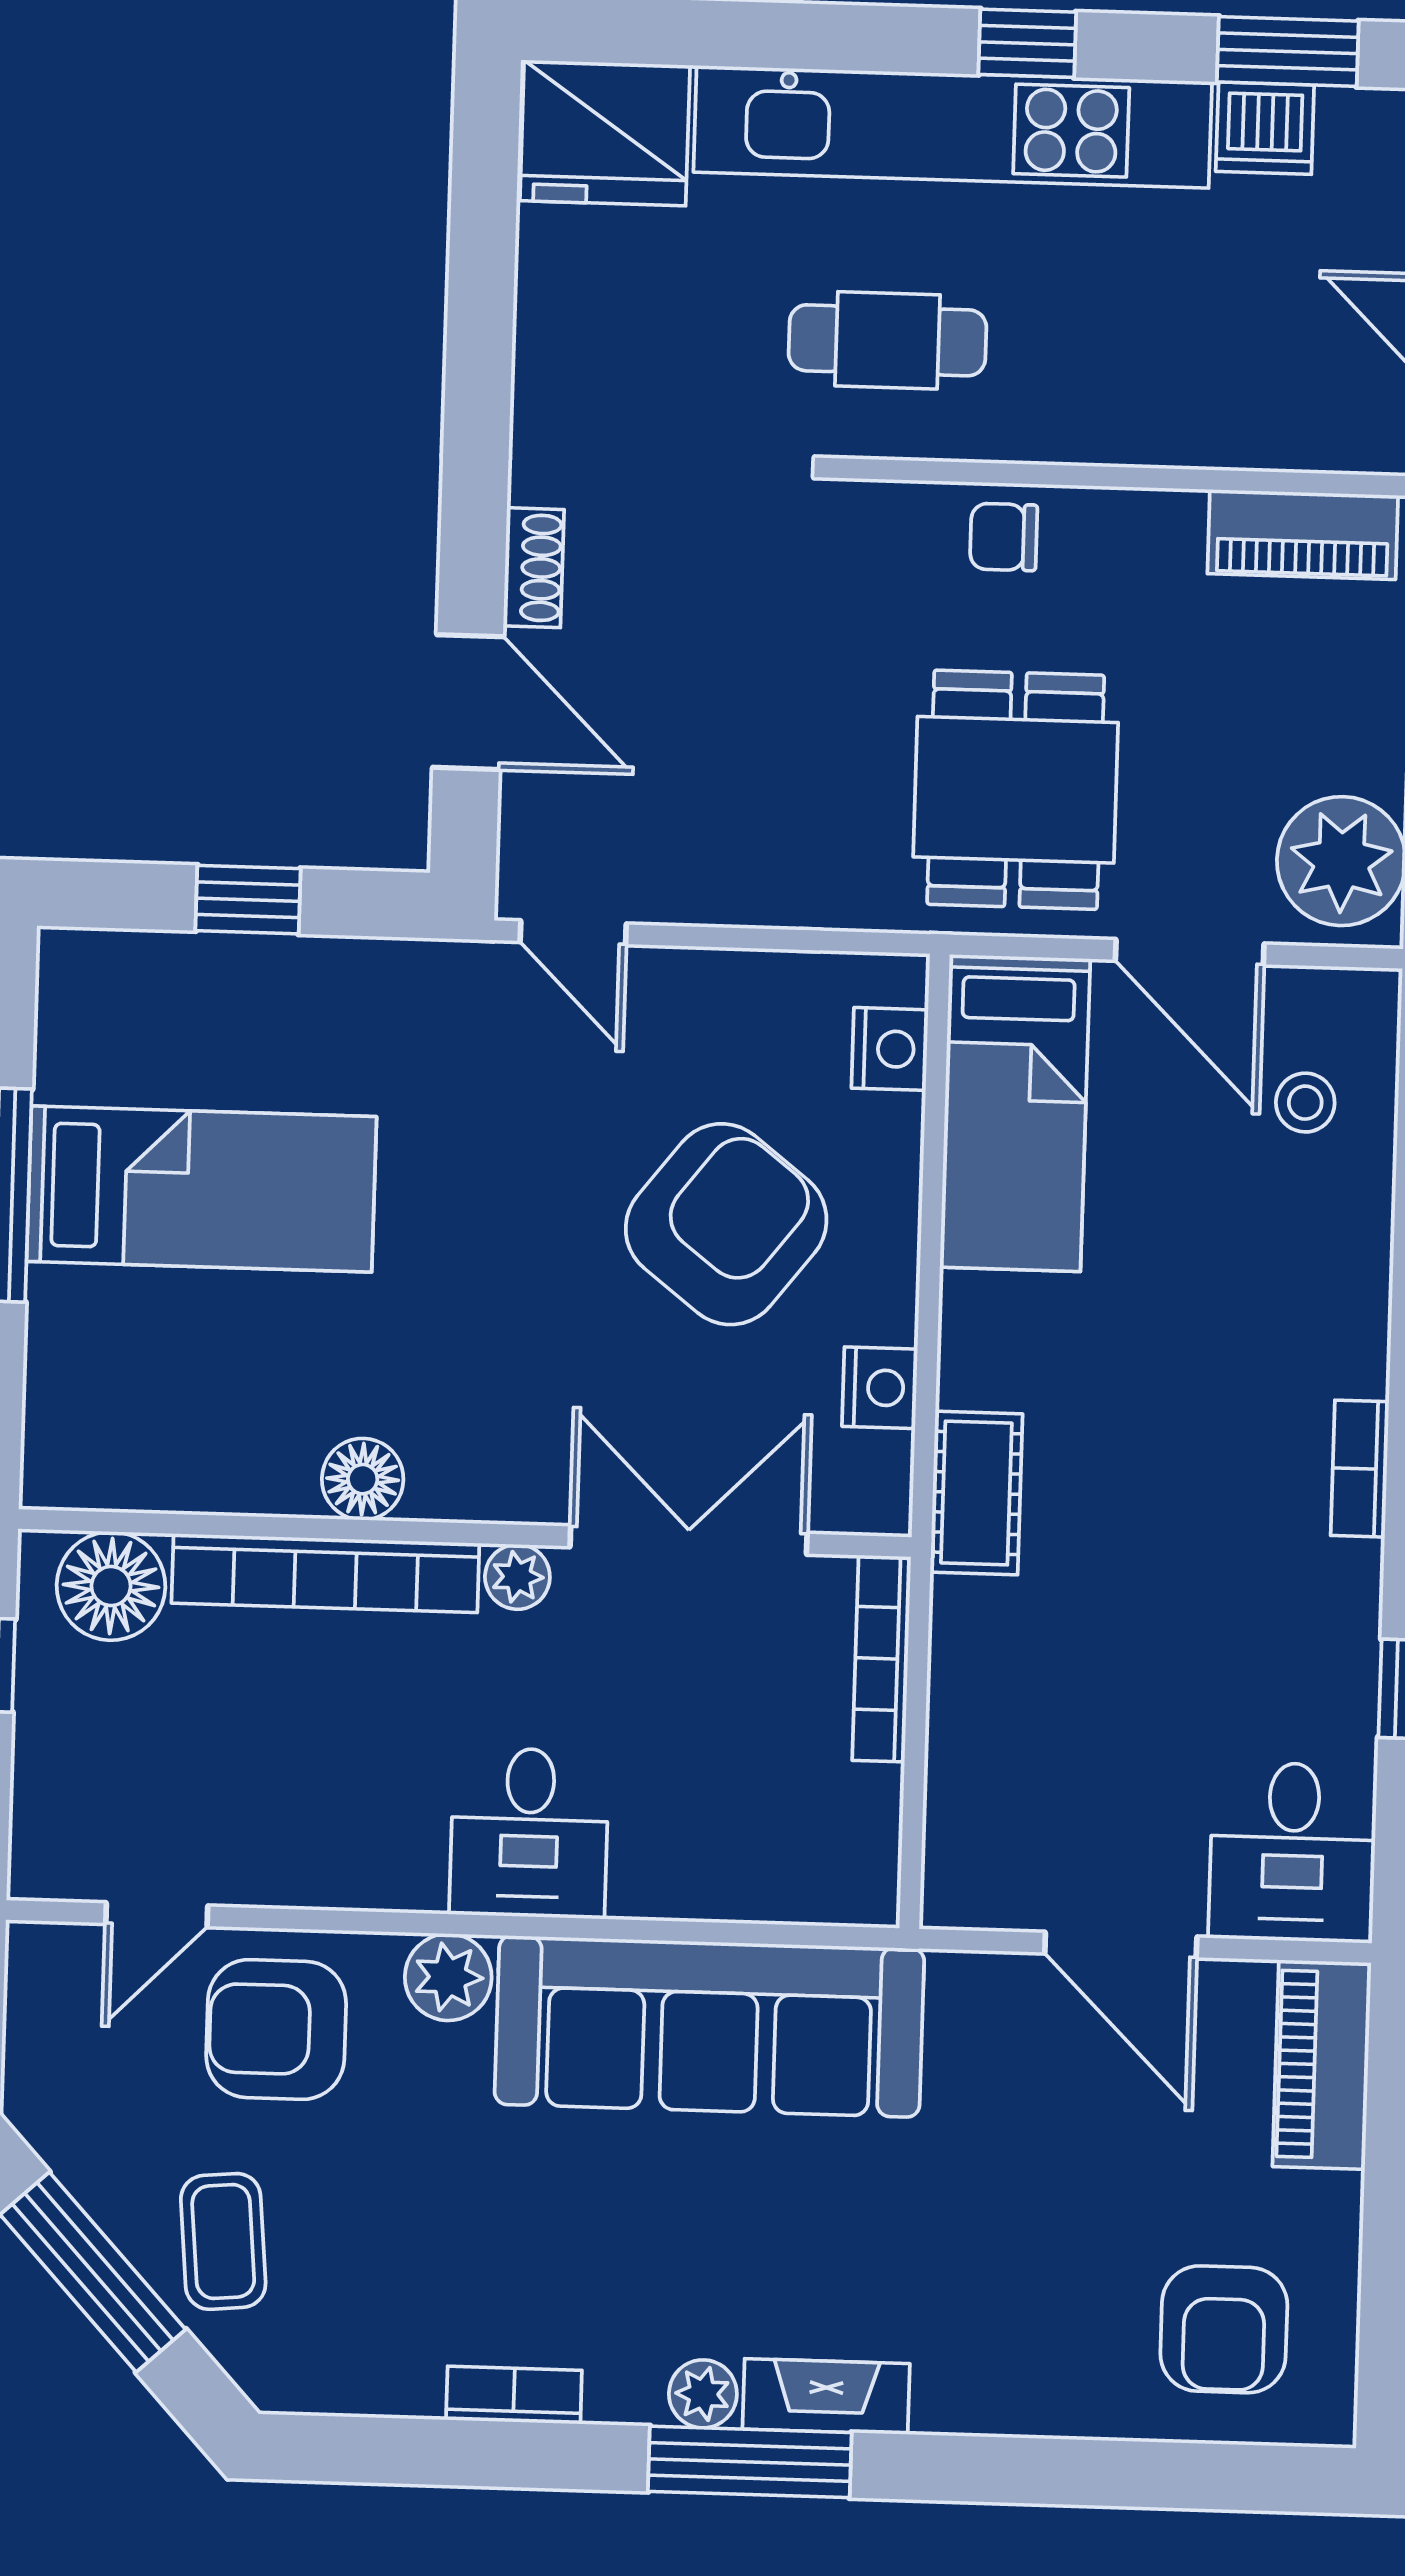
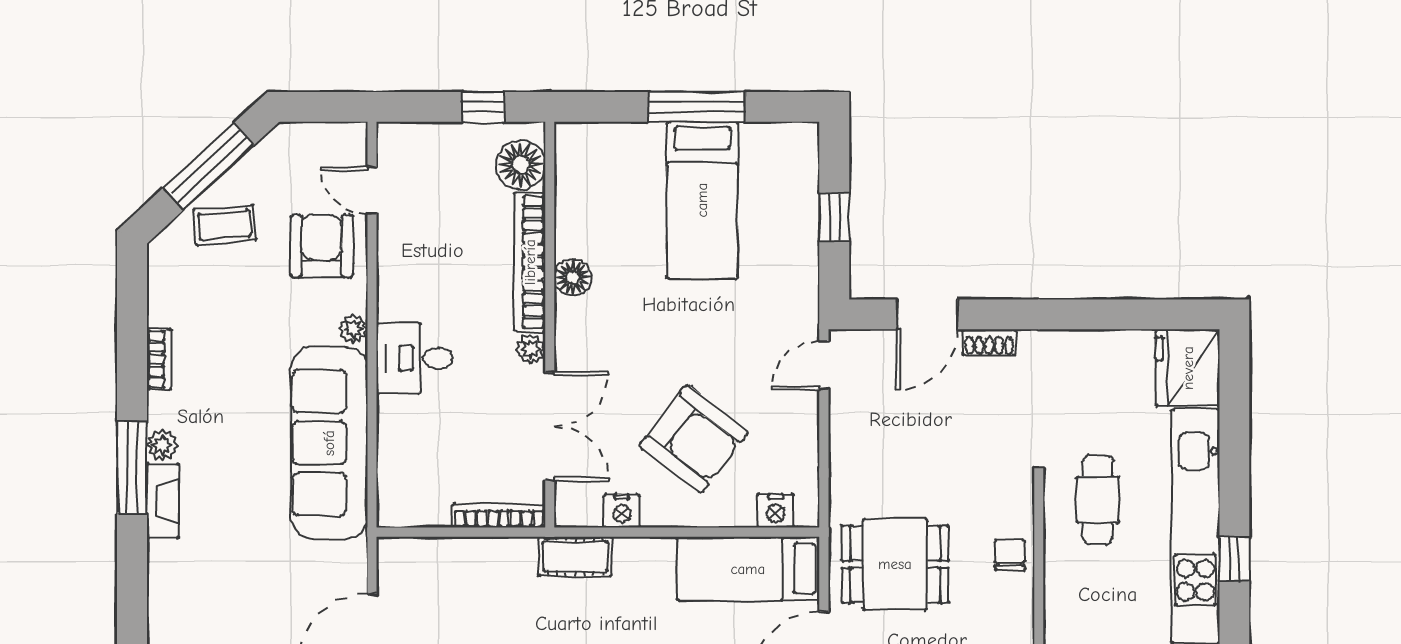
plant: (448, 1977) -> (353, 329), width x0.73, depth x0.73

